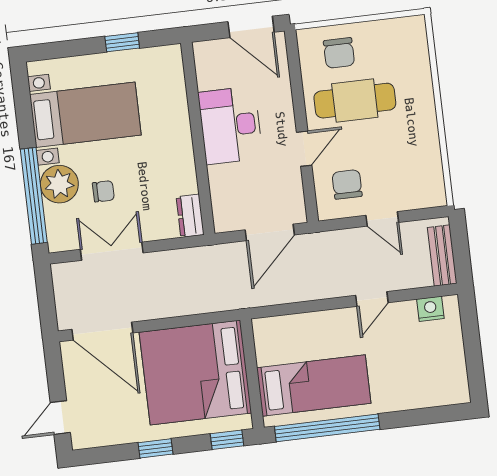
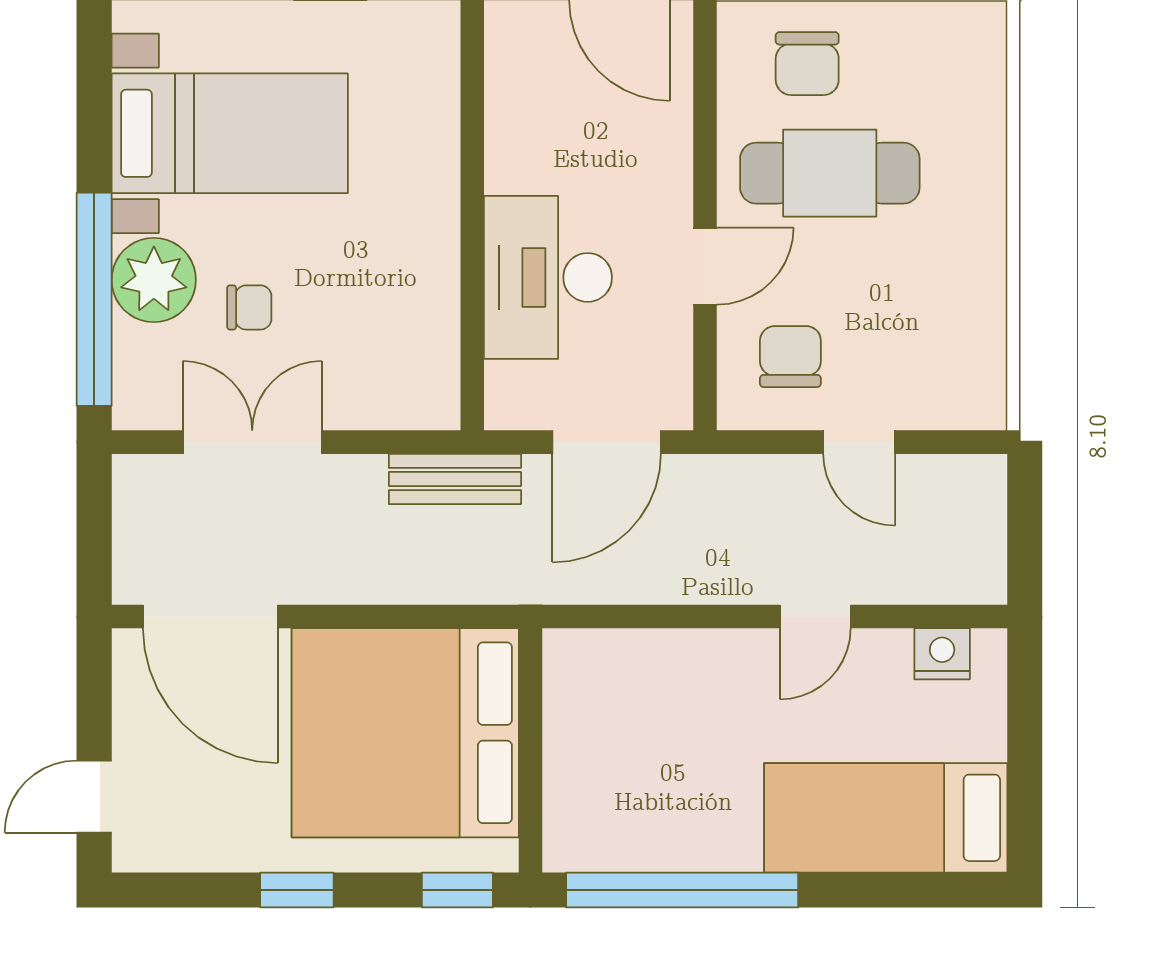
desk: (230, 125) -> (548, 277), moved
dresser: (190, 216) -> (435, 385), removed
bench: (442, 255) -> (455, 479), moved, turned 90
bed: (314, 385) -> (886, 818), moved, turned 180

